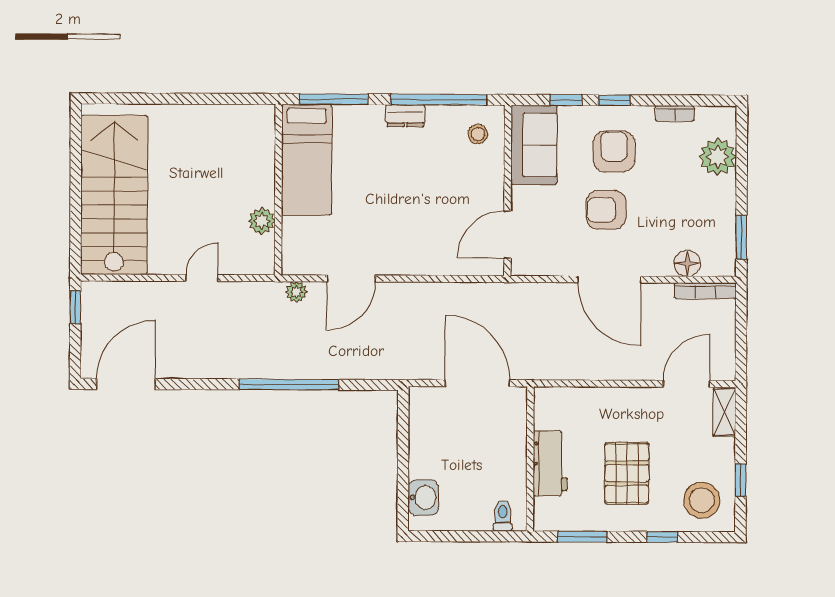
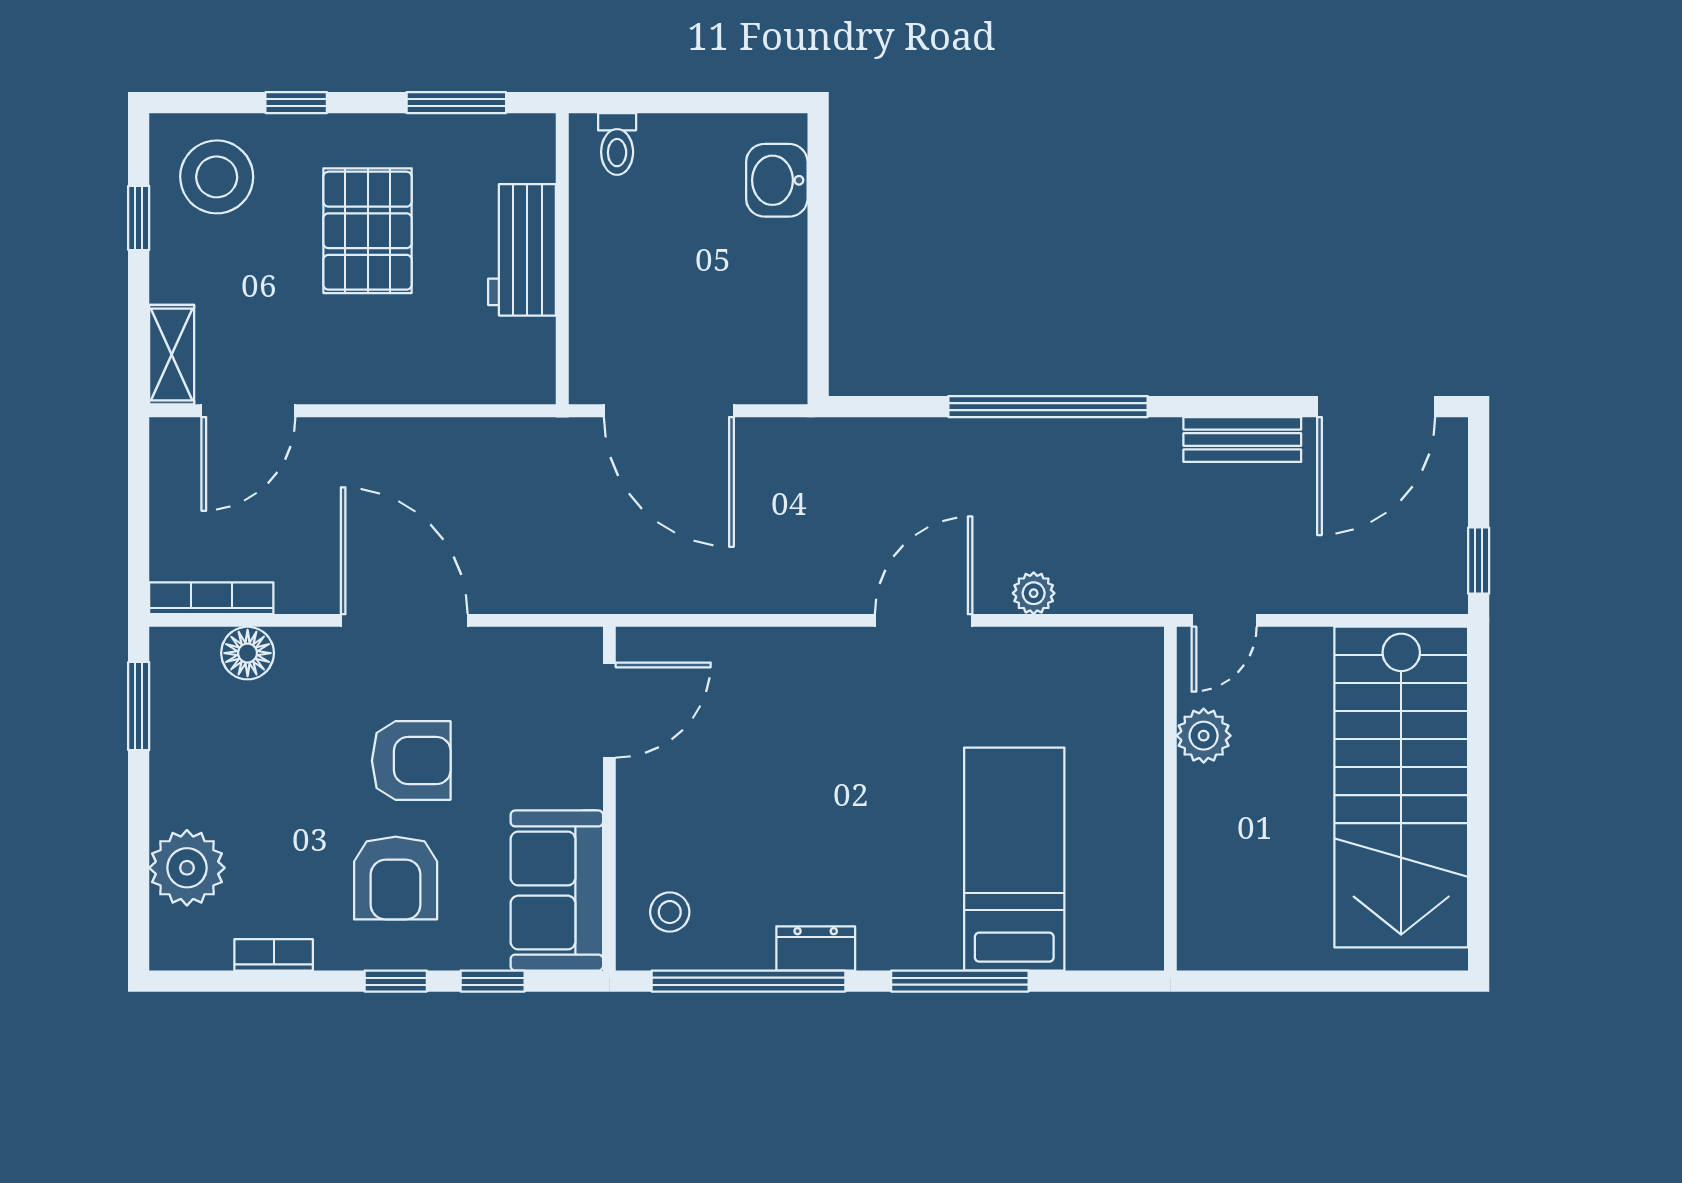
wall: (278, 190) -> (1170, 799), moved
plant: (262, 221) -> (1204, 736), moved
bench: (192, 368) -> (1242, 440), added

